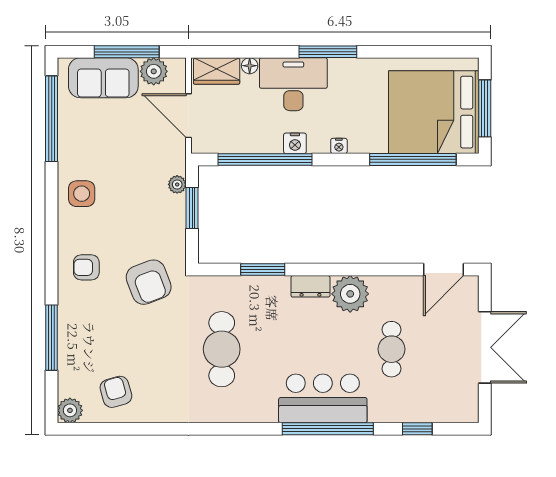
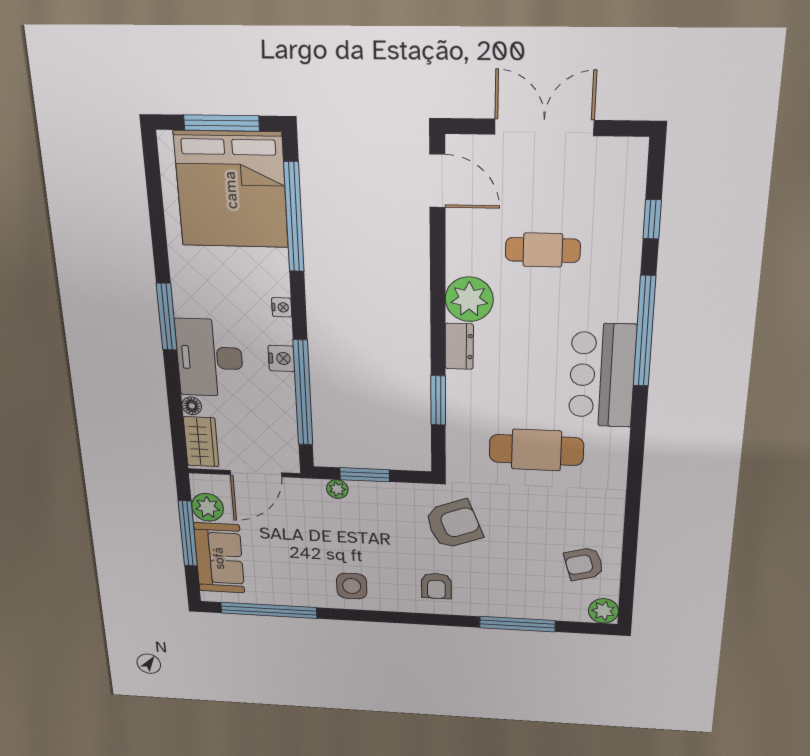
bar counter: (323, 398) -> (602, 375), moved

